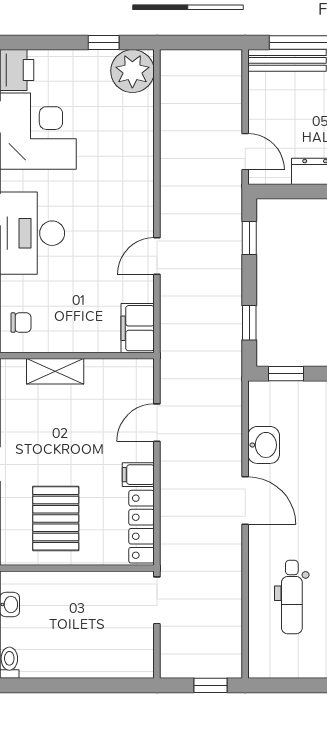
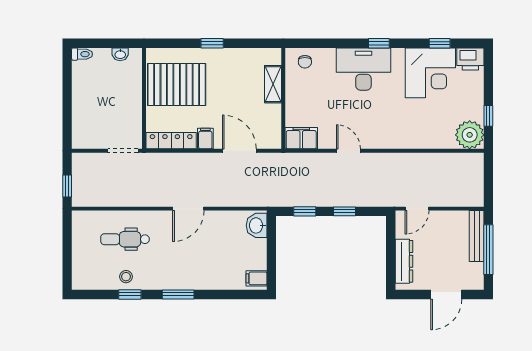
window: (249, 238) -> (345, 211), moved
window: (286, 374) -> (271, 235), removed
door: (157, 423) -> (239, 151), width x1.38
washbasin: (264, 445) -> (257, 225), moved, turned 90
pallet: (56, 518) -> (177, 85), width x1.37, depth x1.41

